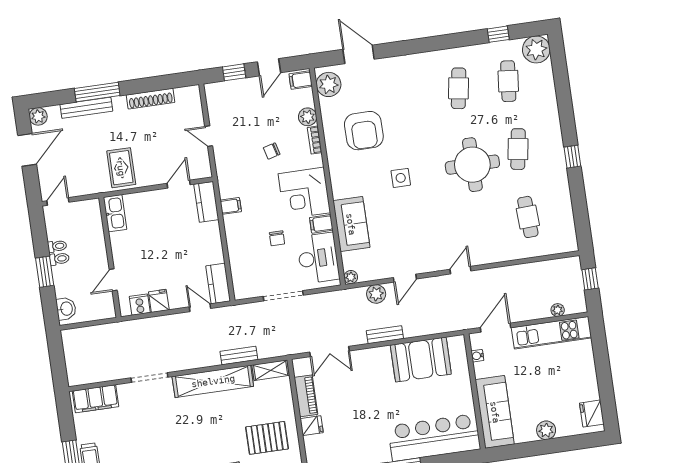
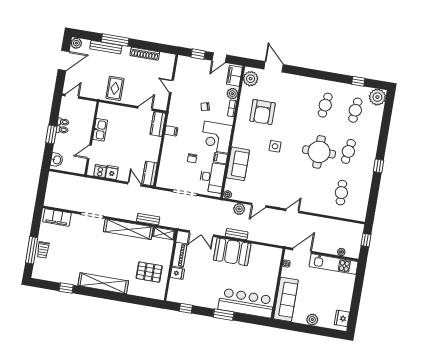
filing cabinet: (301, 80) -> (234, 76), width x2.00
kitchen sink: (115, 213) -> (100, 130), moved
booth: (421, 360) -> (232, 252), moved

